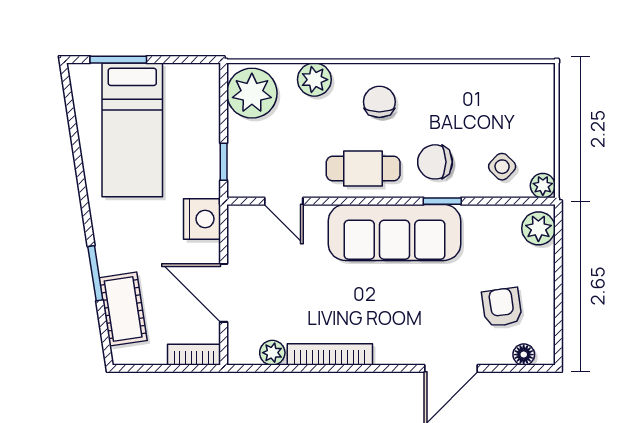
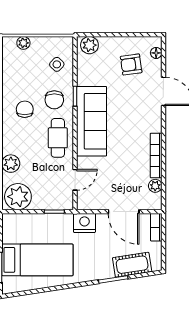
chair: (379, 102) -> (25, 109), moved, turned 90
plant: (543, 186) -> (23, 43), moved
door: (224, 293) -> (124, 212), hinge flipped

